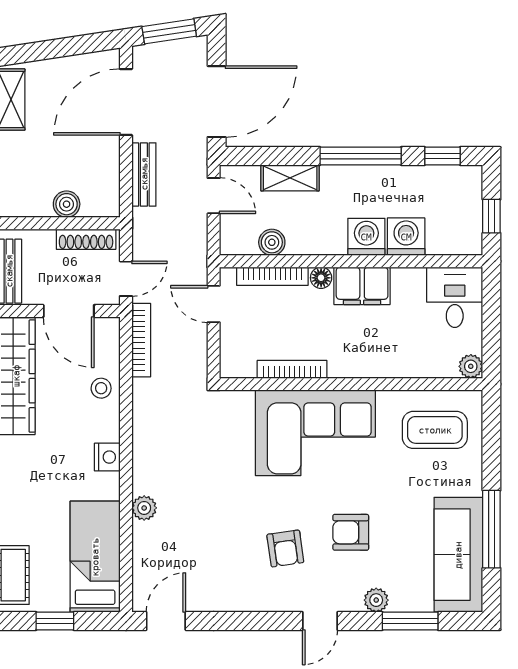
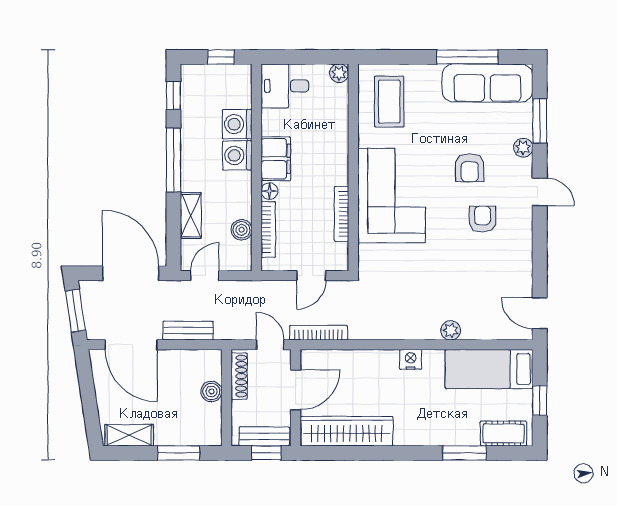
door: (214, 304) -> (311, 276), moved
stool: (101, 388) -> (356, 364), removed
armchair: (285, 548) -> (483, 219), turned -82

